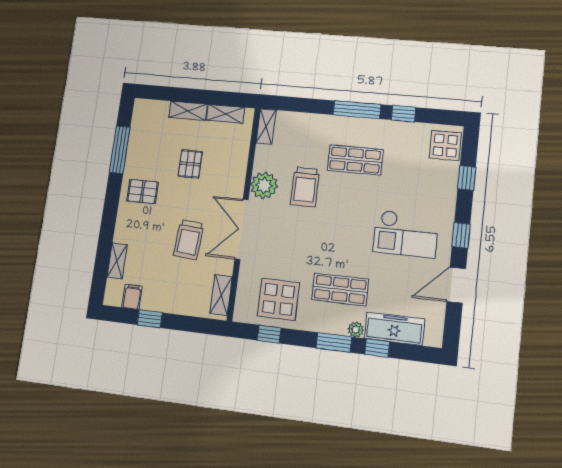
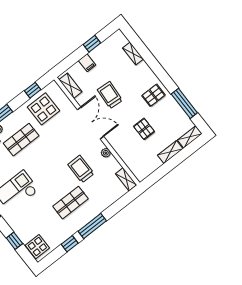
shelving: (226, 114) -> (190, 137), moved
plant: (264, 185) -> (106, 153), width x0.53, depth x0.53
filing cabinet: (132, 297) -> (87, 63), moved

